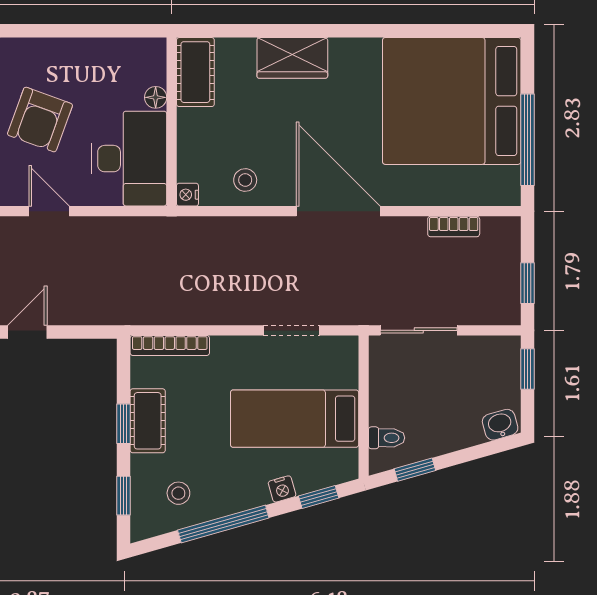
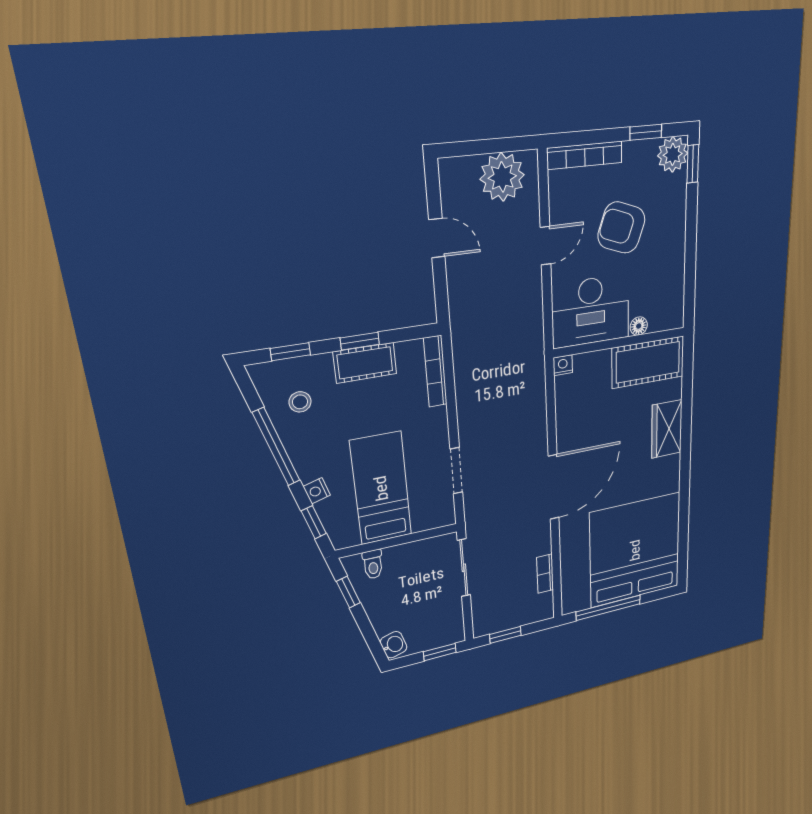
cot: (195, 72) -> (648, 362), width x1.37, depth x1.34
stool: (245, 180) -> (576, 410), removed

